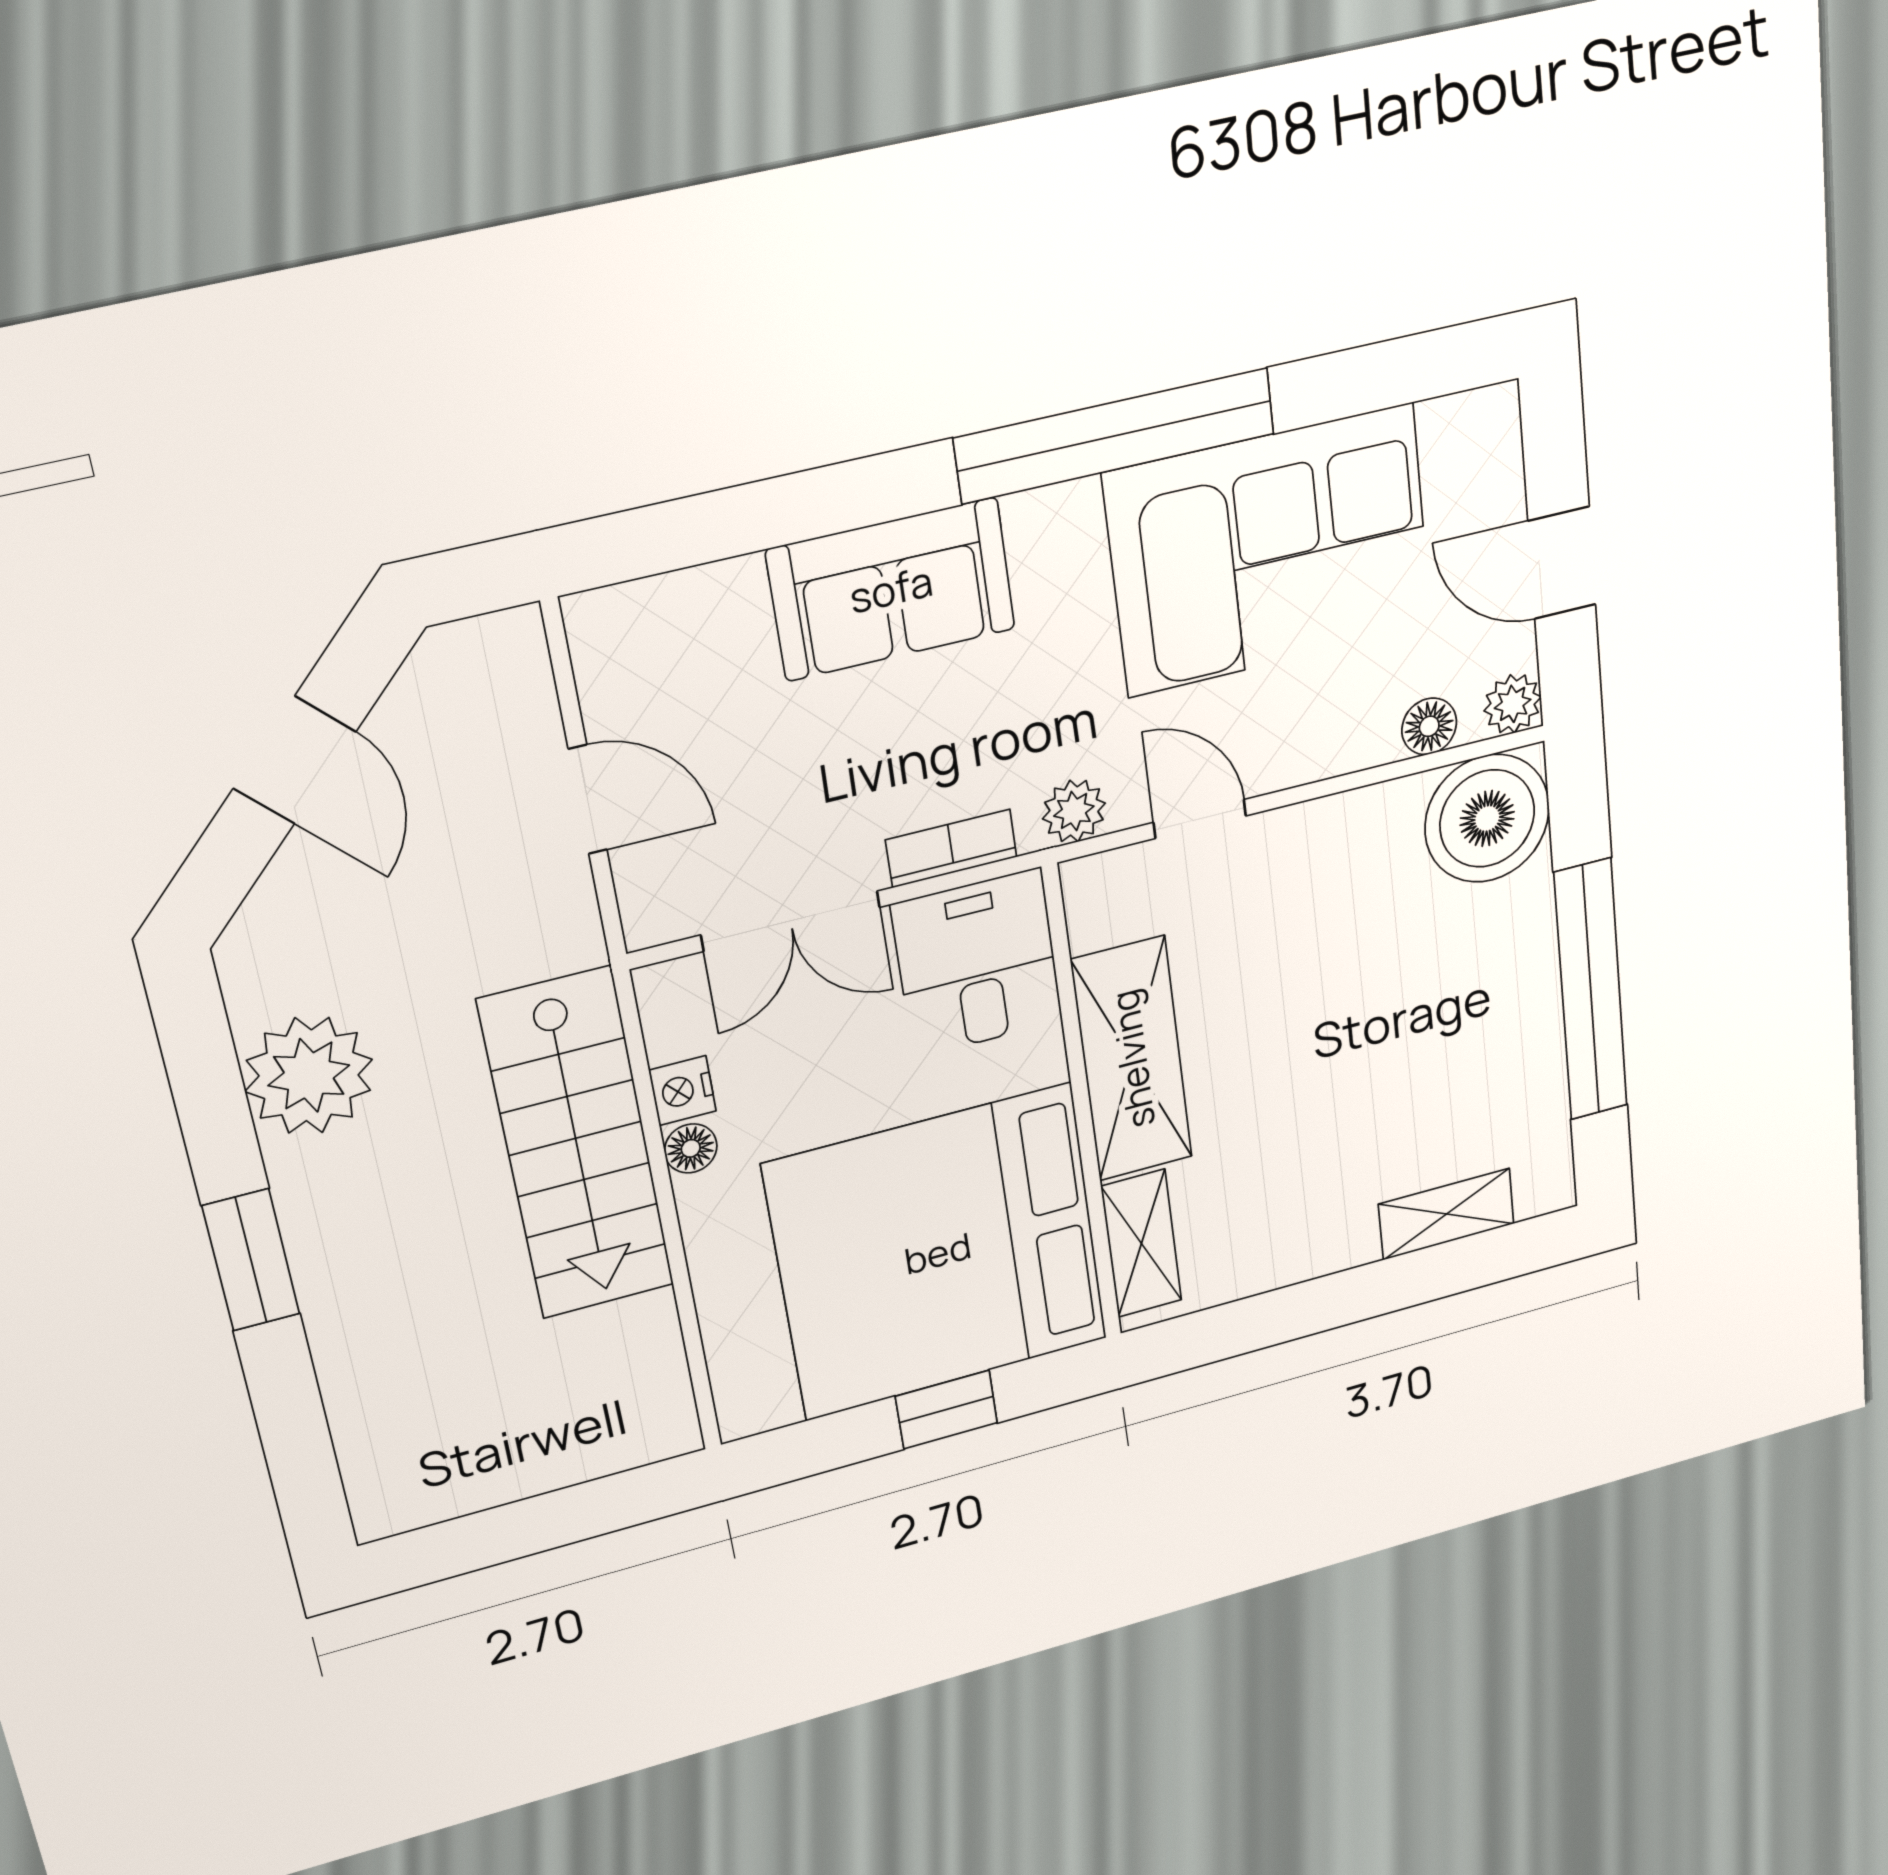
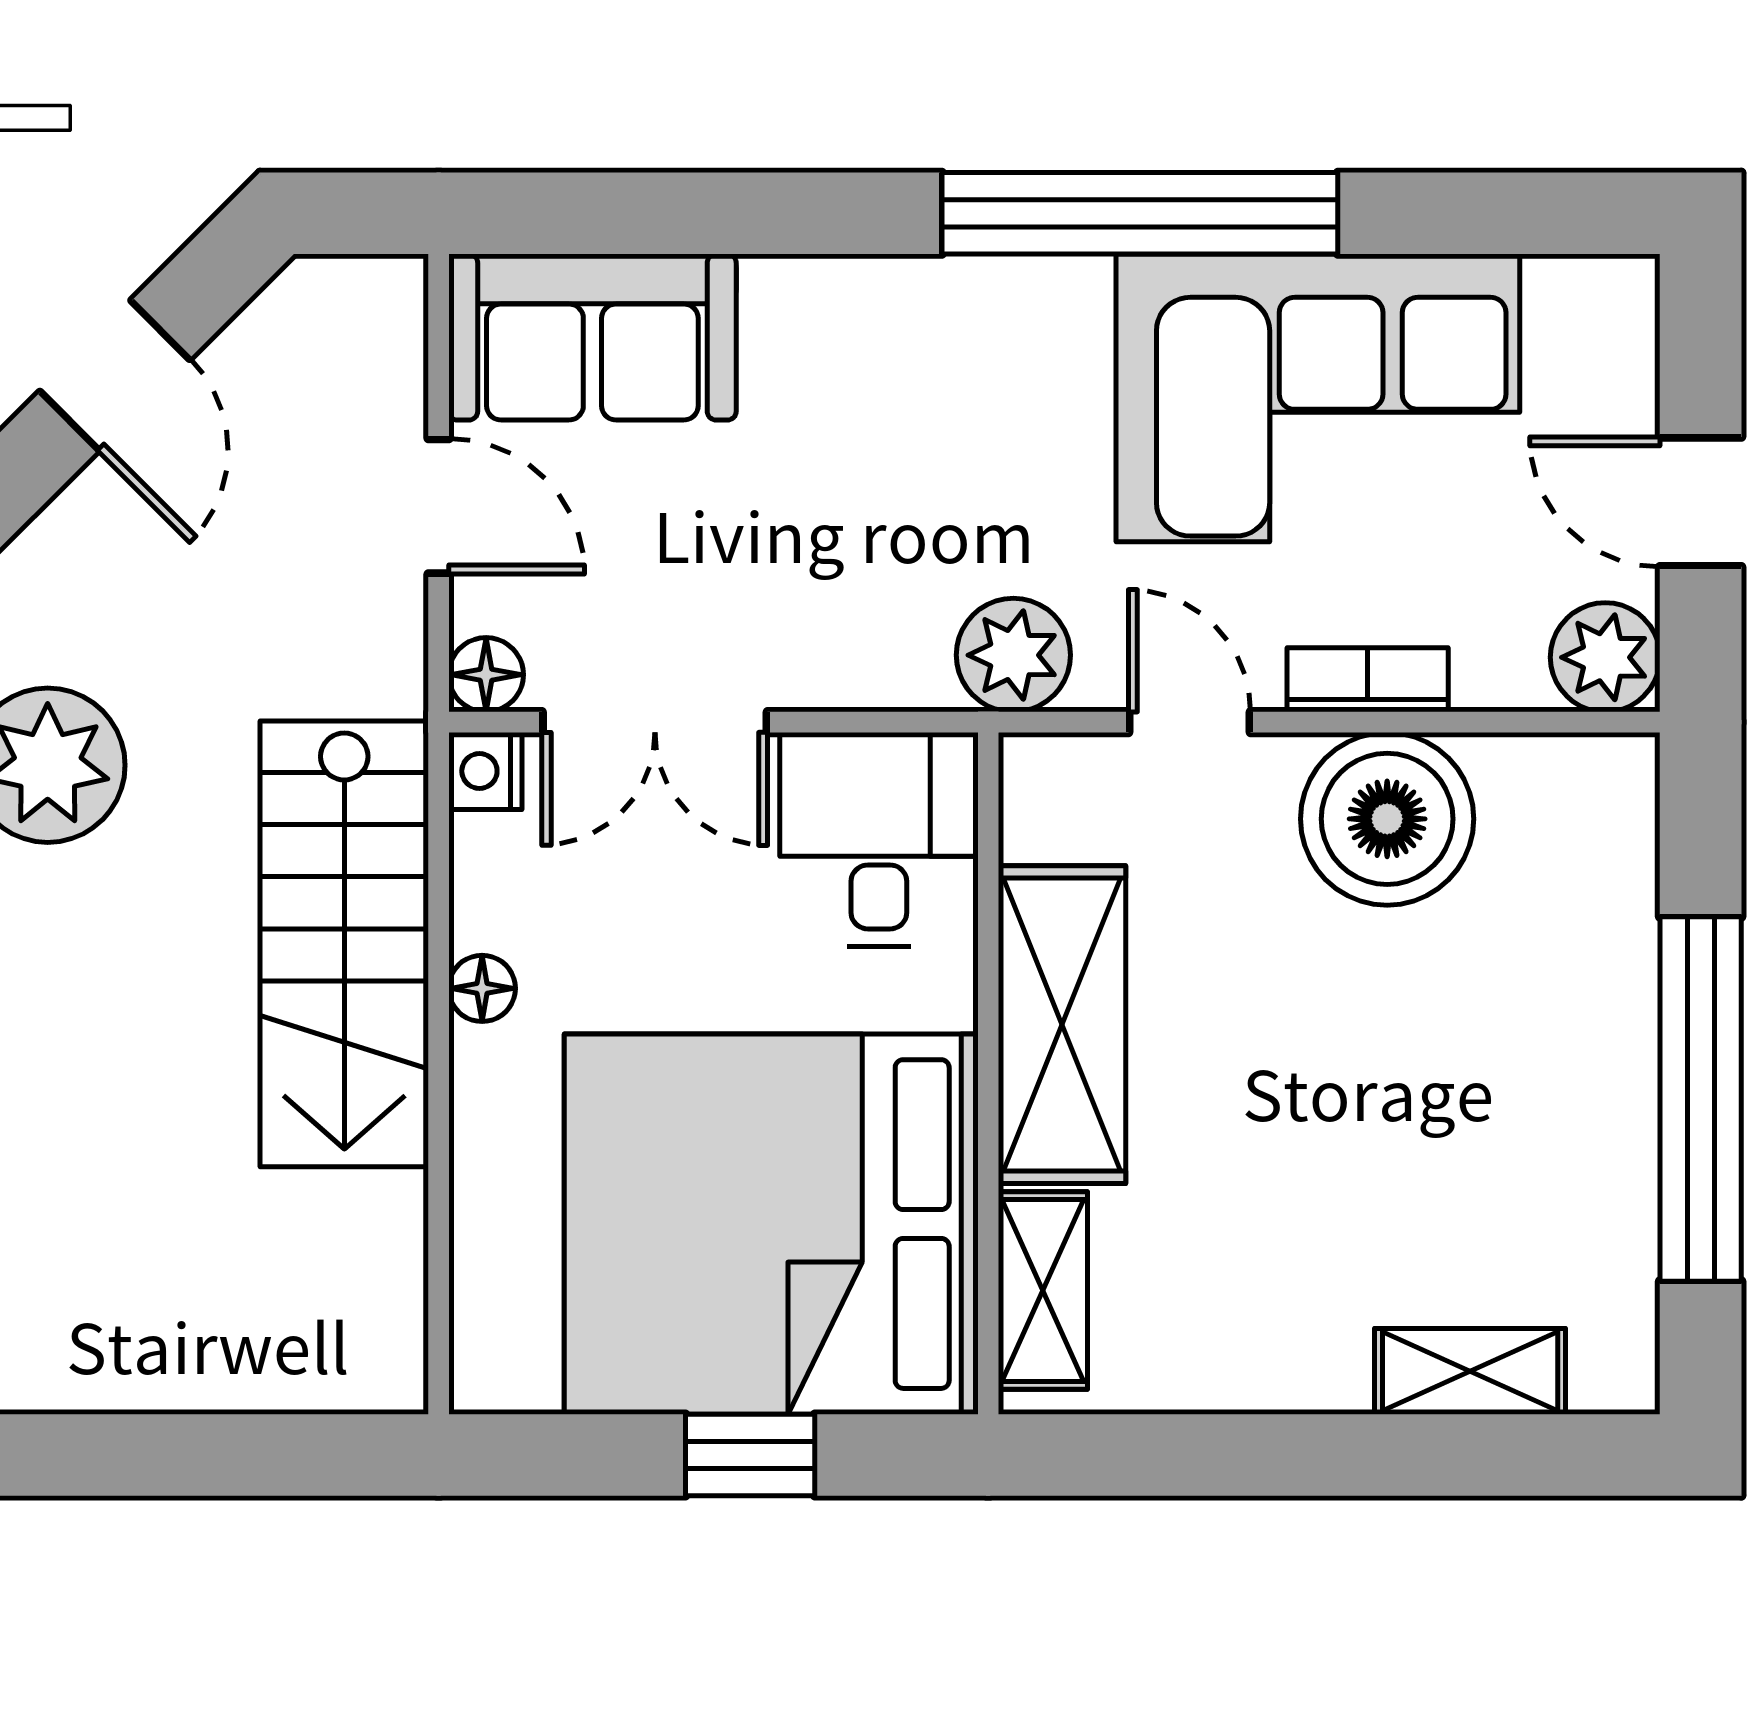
sofa: (891, 589) -> (592, 337), moved
plant: (1513, 704) -> (1605, 657), width x1.38, depth x1.38
floor lamp: (1429, 726) -> (486, 675), moved
plant: (1074, 811) -> (1013, 655), width x1.38, depth x1.38
boiler: (1487, 818) -> (1387, 819), moved
bookcase: (951, 848) -> (1368, 680), moved
nightstand: (682, 1091) -> (485, 771), moved

